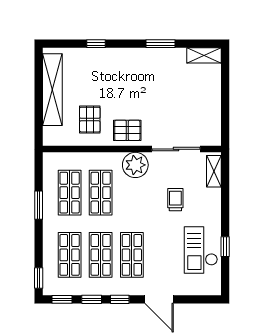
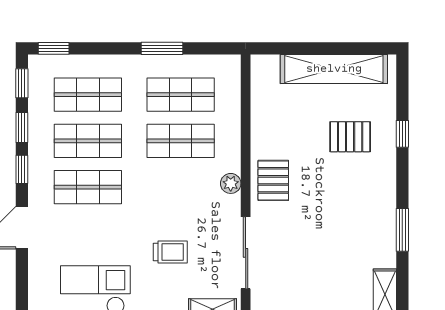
pallet: (90, 120) -> (350, 137), moved
plant: (135, 165) -> (231, 183), width x0.53, depth x0.53

